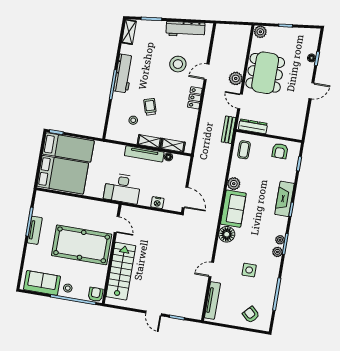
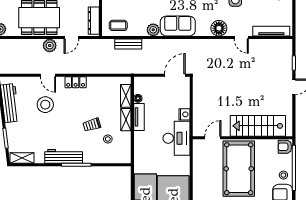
bench: (228, 130) -> (128, 44), moved
tv unit: (144, 154) -> (139, 117), width x0.71
nightstand: (157, 203) -> (185, 114), moved
floor lamp: (227, 234) -> (219, 28), moved

